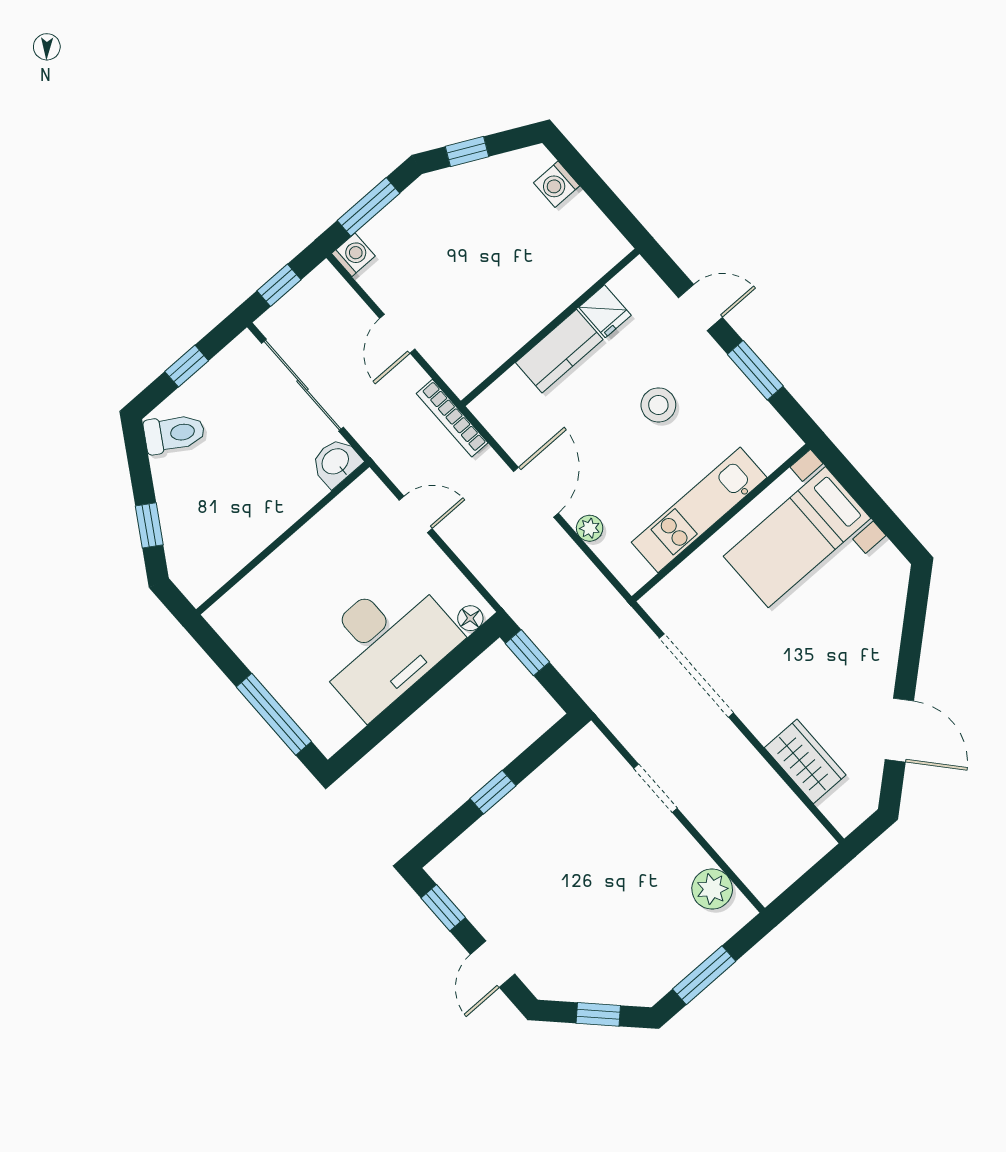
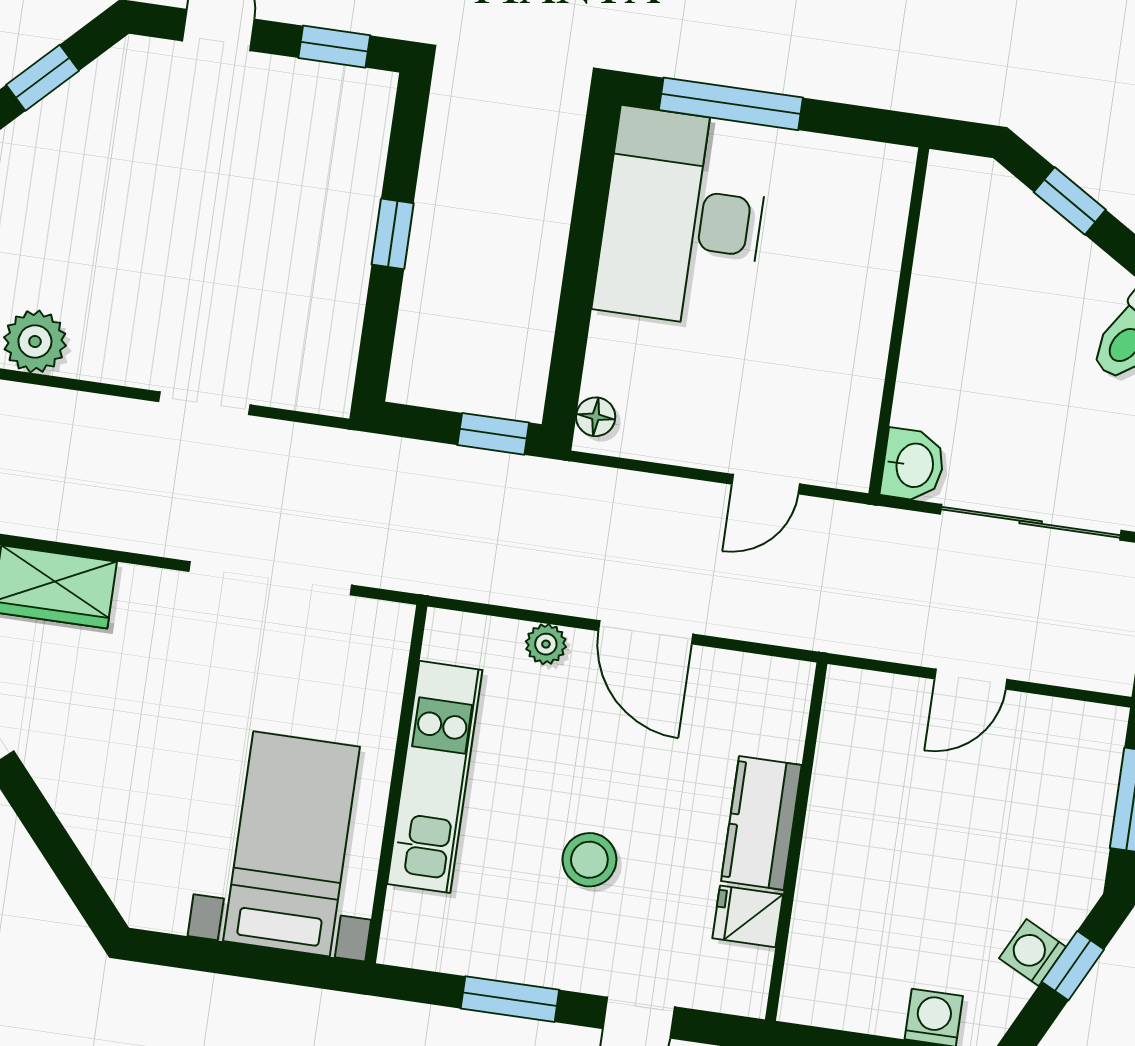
washing machine: (353, 255) -> (1033, 953), moved, turned 117
door: (397, 334) -> (971, 679), swing flipped
bookcase: (452, 418) -> (820, 635), removed
desk: (384, 644) -> (683, 218), moved

